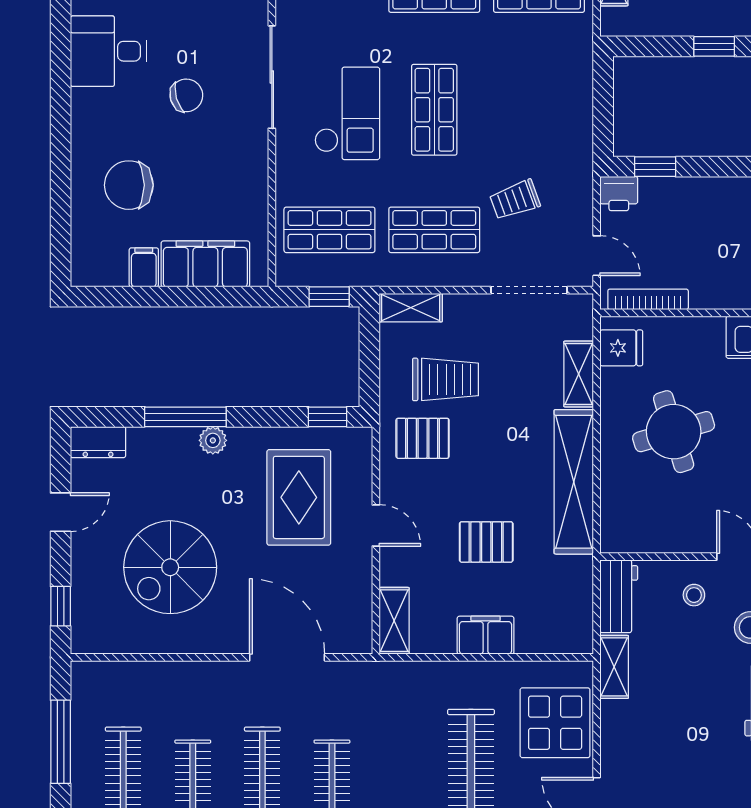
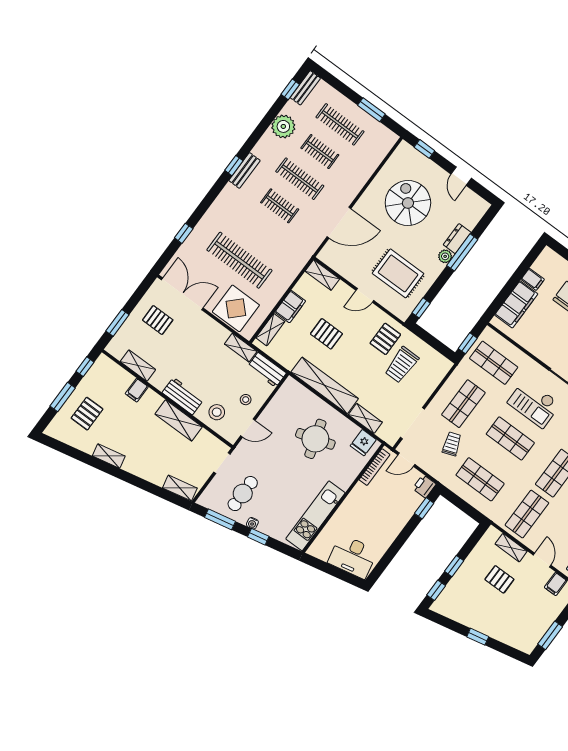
shop shelf: (539, 110) -> (480, 479), added
shop shelf: (329, 230) -> (494, 363), turned 90
shelving: (411, 308) -> (270, 330), moved
dresser: (98, 442) -> (457, 239), moved
pallet: (486, 542) -> (326, 334), turned 90
window: (61, 742) -> (371, 110), width x0.69

